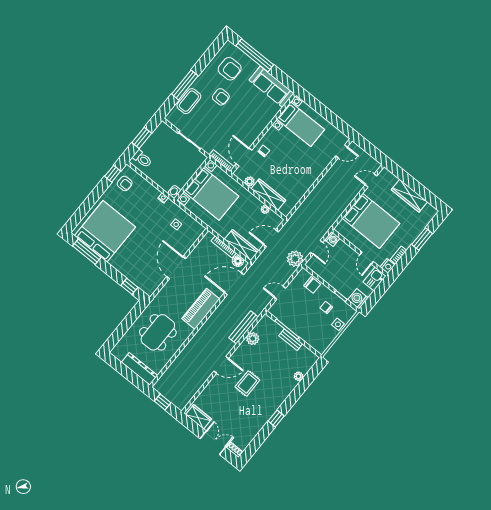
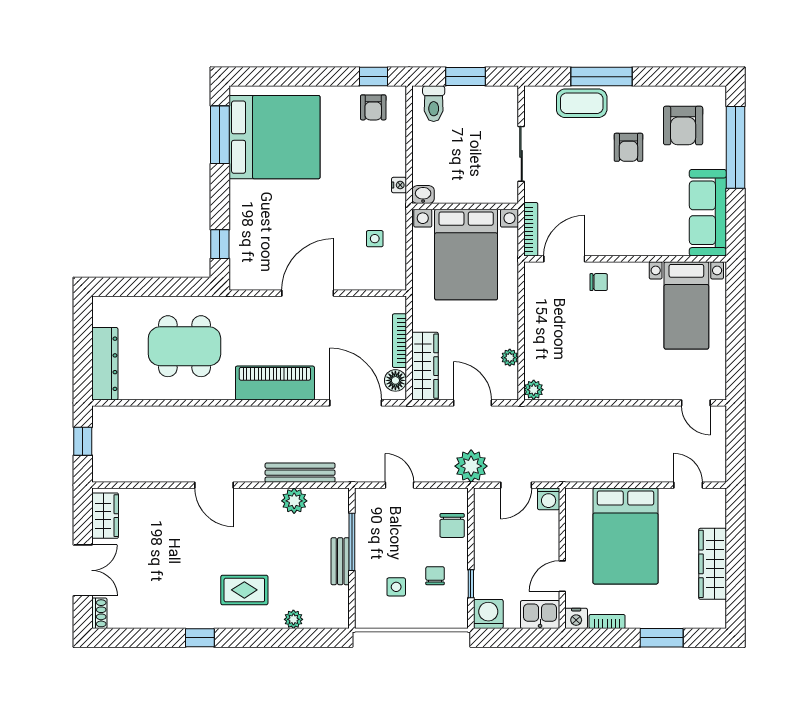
plant: (249, 181) -> (534, 390), moved
wardrobe: (268, 195) -> (537, 344), removed
side table: (338, 324) -> (396, 587), moved
rug: (247, 383) -> (244, 590), moved

